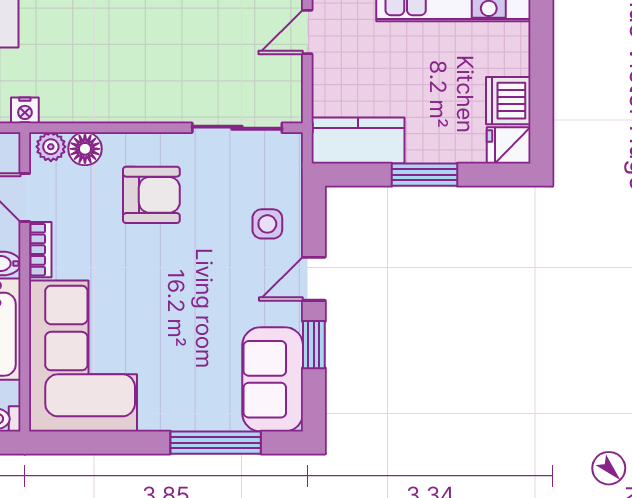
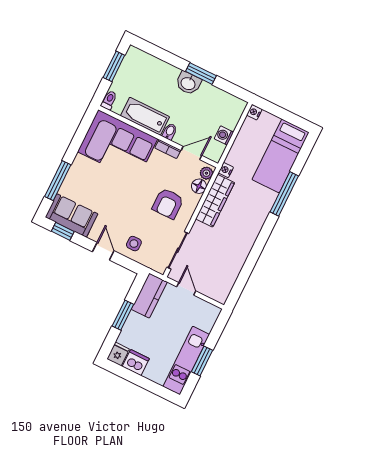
door: (307, 32) -> (186, 289), moved
wardrobe: (98, 101) -> (215, 201), added
window: (314, 345) -> (63, 231), moved

